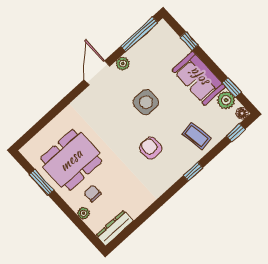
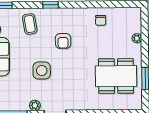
chair: (93, 193) -> (101, 20), moved
dresser: (115, 228) -> (126, 13), removed

